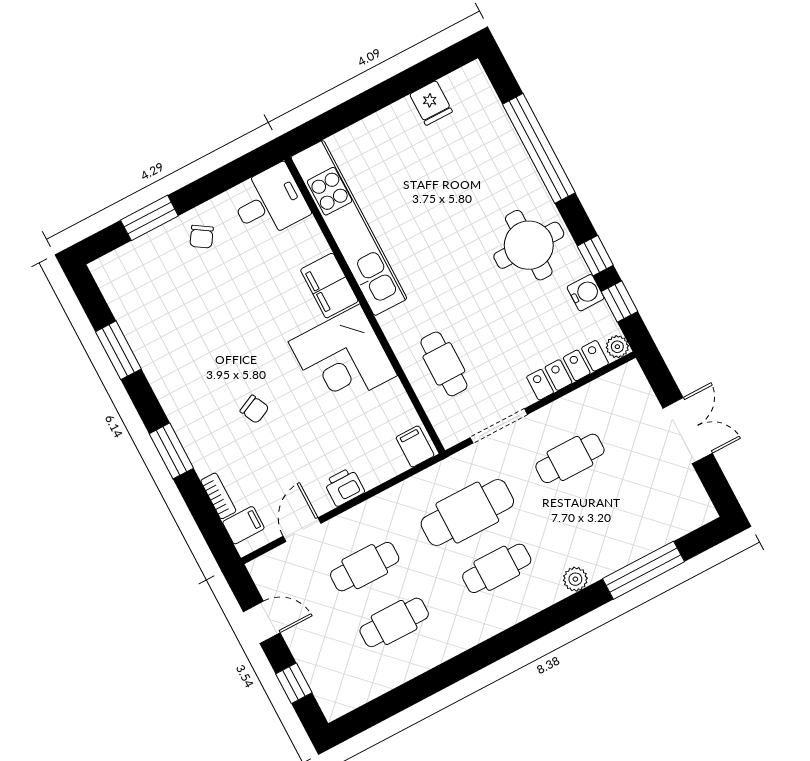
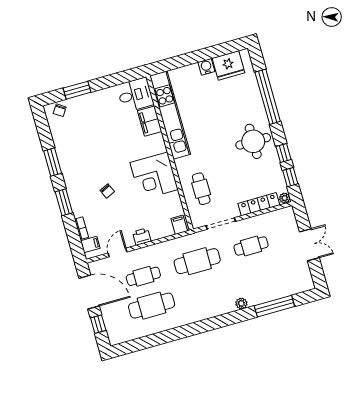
fridge: (431, 103) -> (228, 66), width x1.88, depth x1.34
chair: (202, 237) -> (60, 110), moved
filing cabinet: (329, 286) -> (150, 121), moved
water cooler: (586, 293) -> (206, 67), moved, turned -90
window: (118, 350) -> (53, 162), moved
cafe table: (497, 568) -> (205, 290), removed
door: (262, 622) -> (89, 292), width x1.87
cafe table: (394, 622) -> (152, 306), width x1.37, depth x1.35

